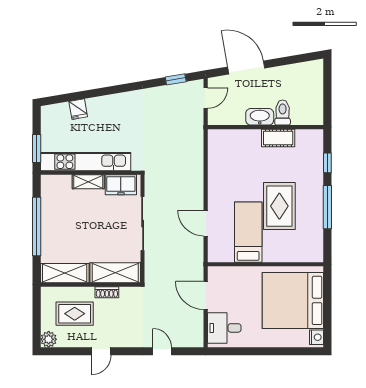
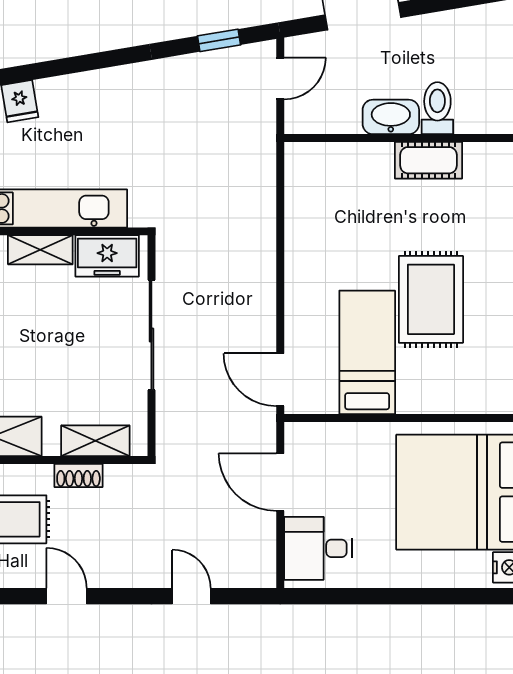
door: (206, 223) -> (280, 380), moved
shelving: (115, 273) -> (95, 441), width x0.67, depth x0.75
door: (101, 351) -> (67, 596), swing flipped

